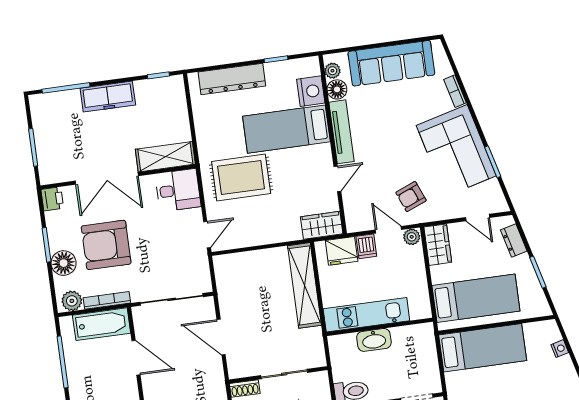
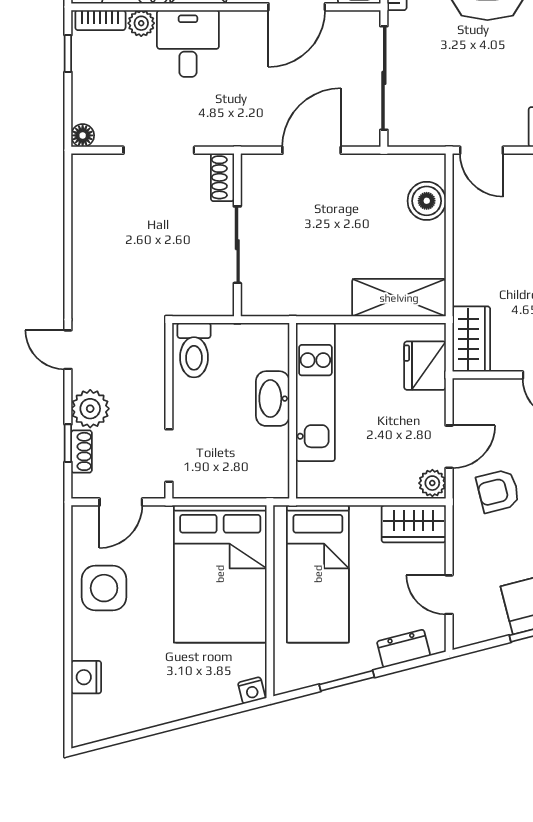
armchair: (411, 197) -> (498, 491), turned -82
door: (478, 218) -> (449, 595), hinge flipped
dishwasher: (366, 246) -> (427, 407), removed
boiler: (242, 264) -> (427, 201), added
shelving: (304, 285) -> (399, 298), width x0.68
bed: (483, 348) -> (220, 574), width x1.50
nightstand: (560, 349) -> (252, 690), moved

